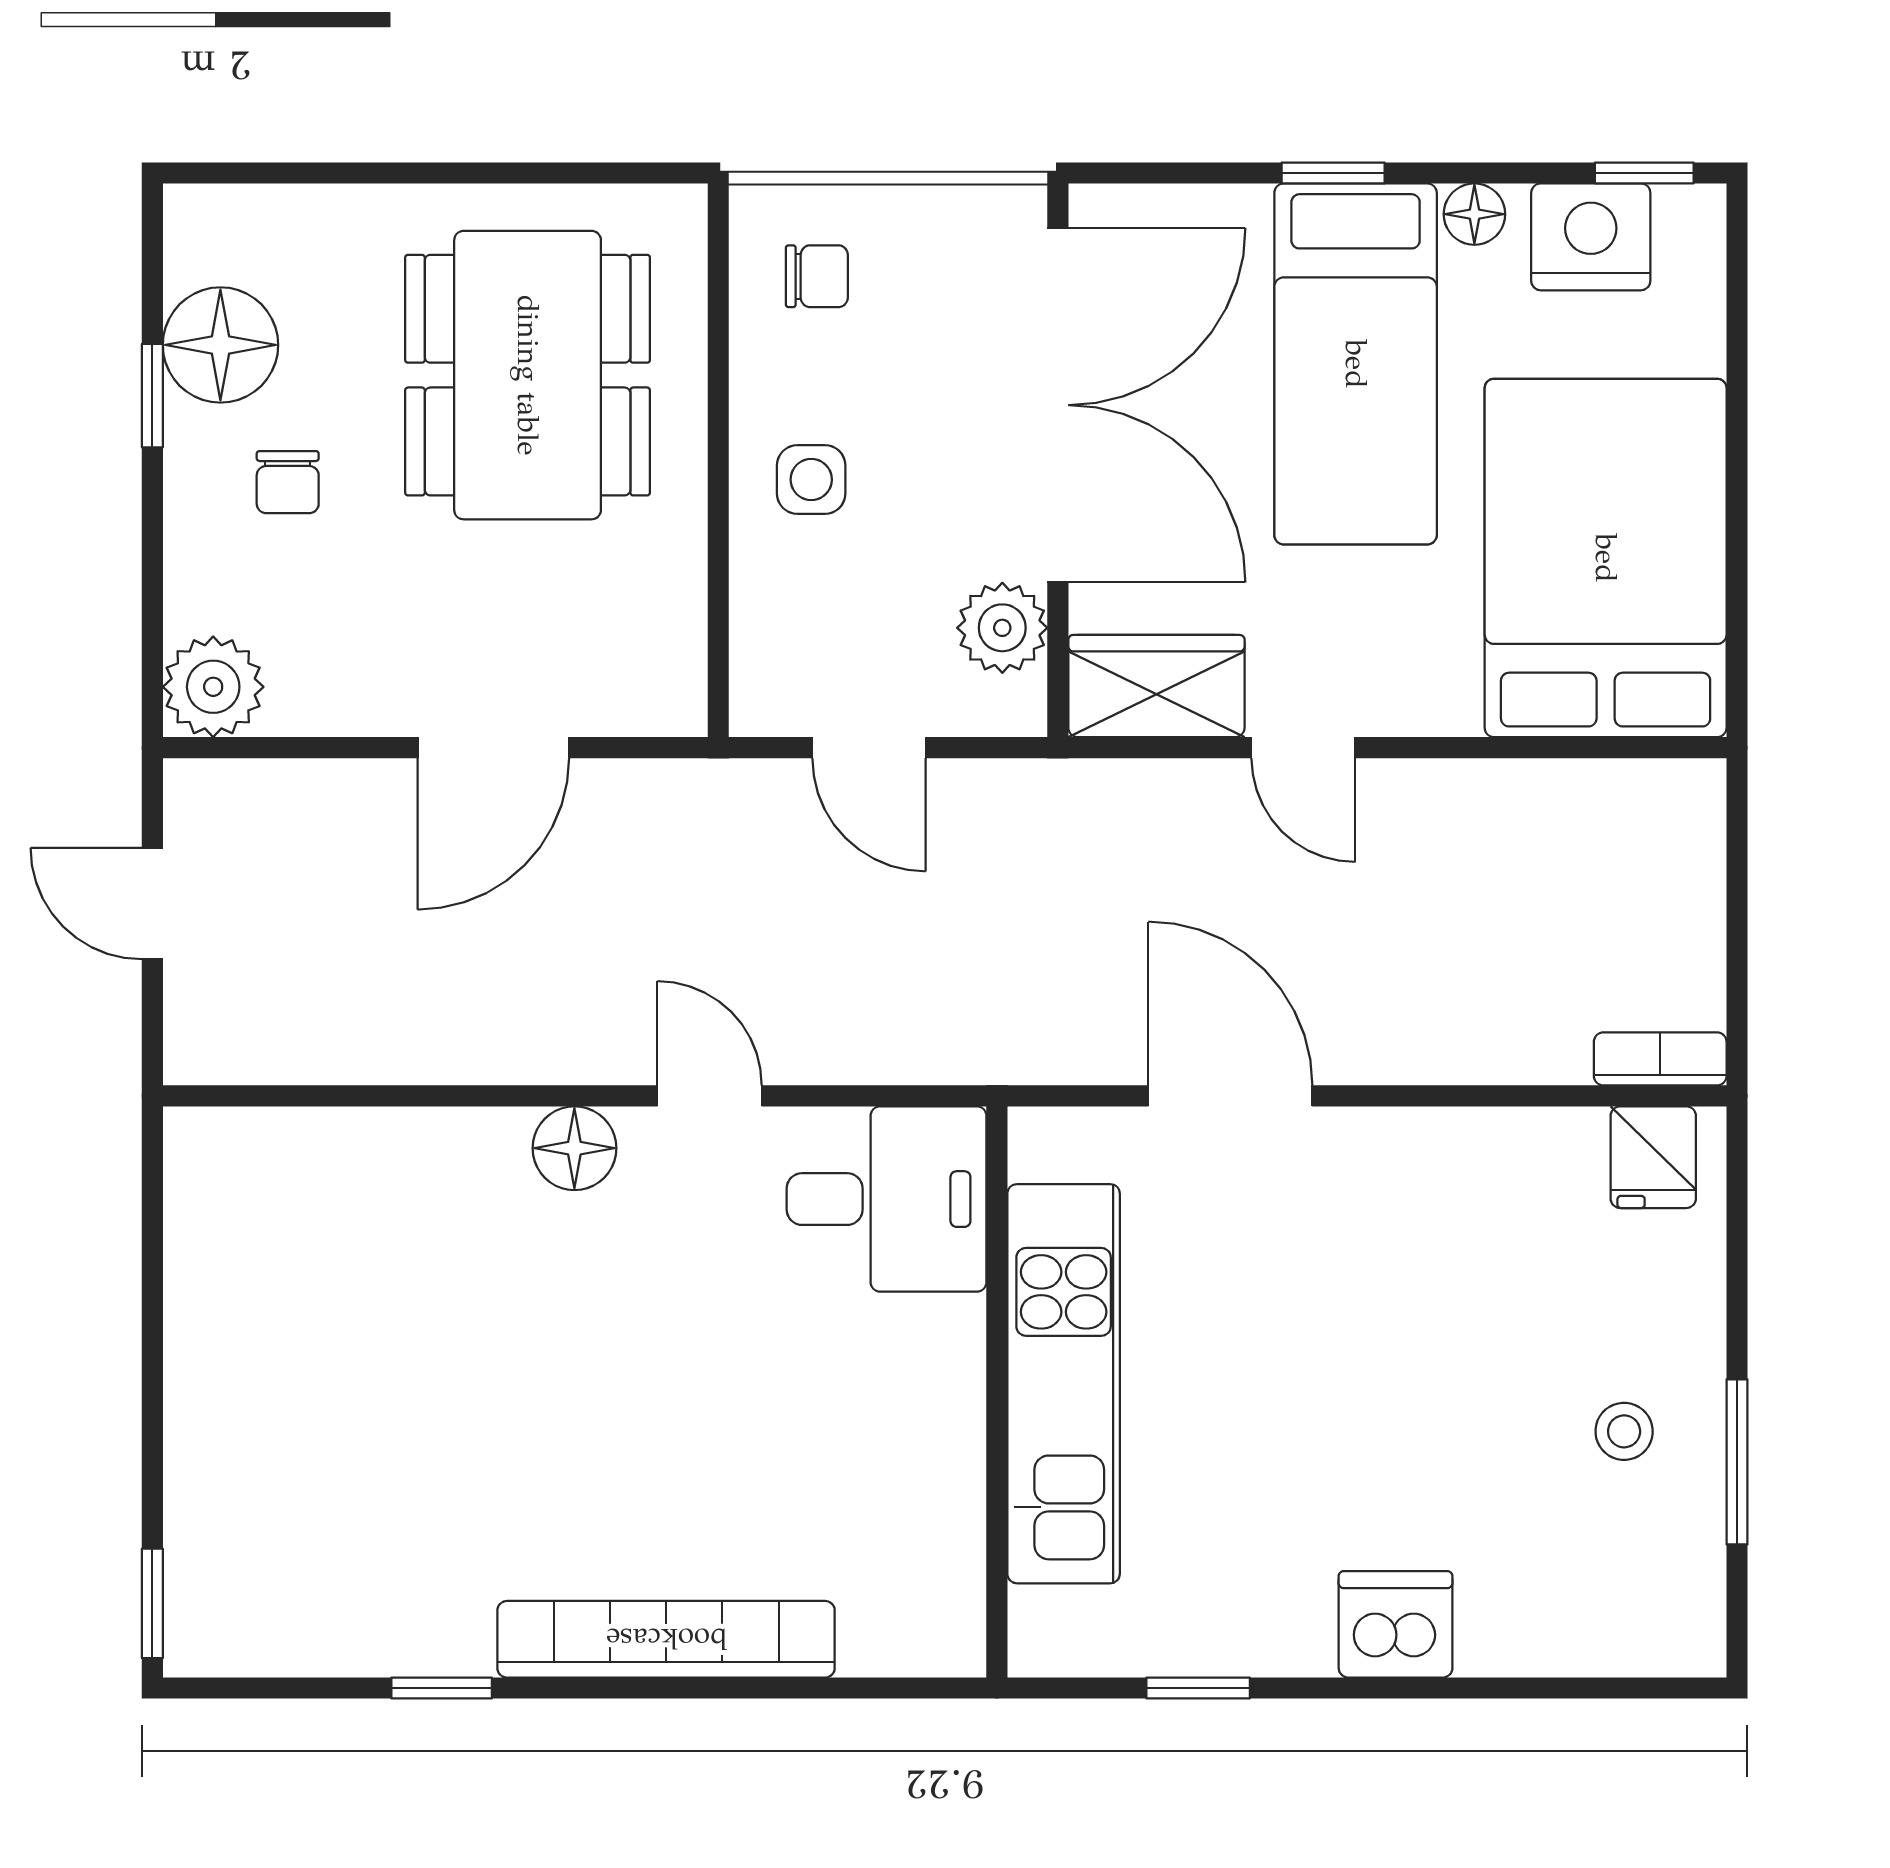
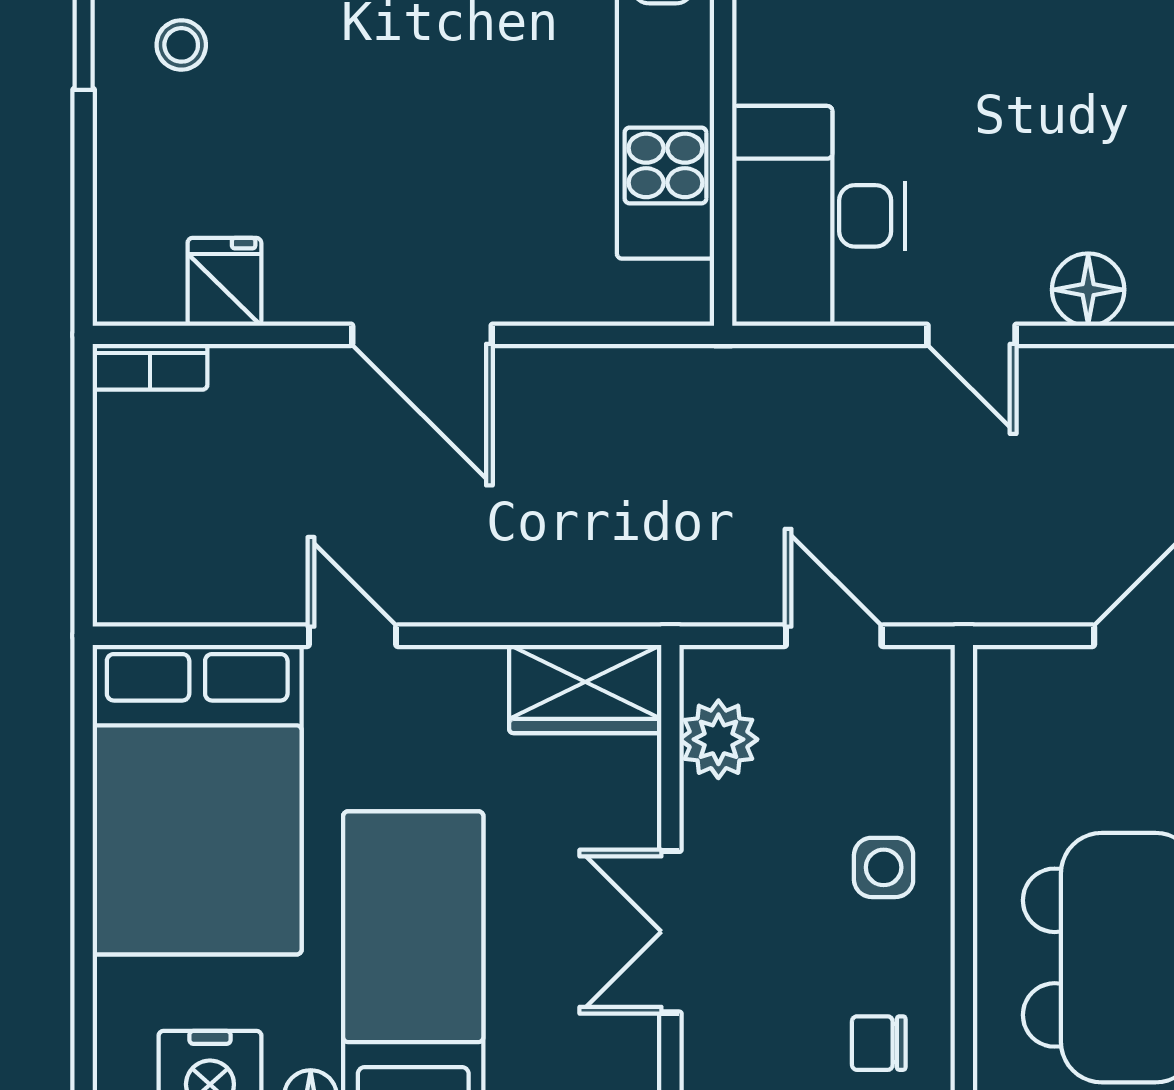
double door: (1058, 405) -> (670, 932), width x0.54
door: (1303, 748) -> (352, 636), moved
door: (1230, 1096) -> (422, 335), moved
fridge: (1653, 1157) -> (224, 282), moved
desk: (887, 1199) -> (818, 216), width x1.37

